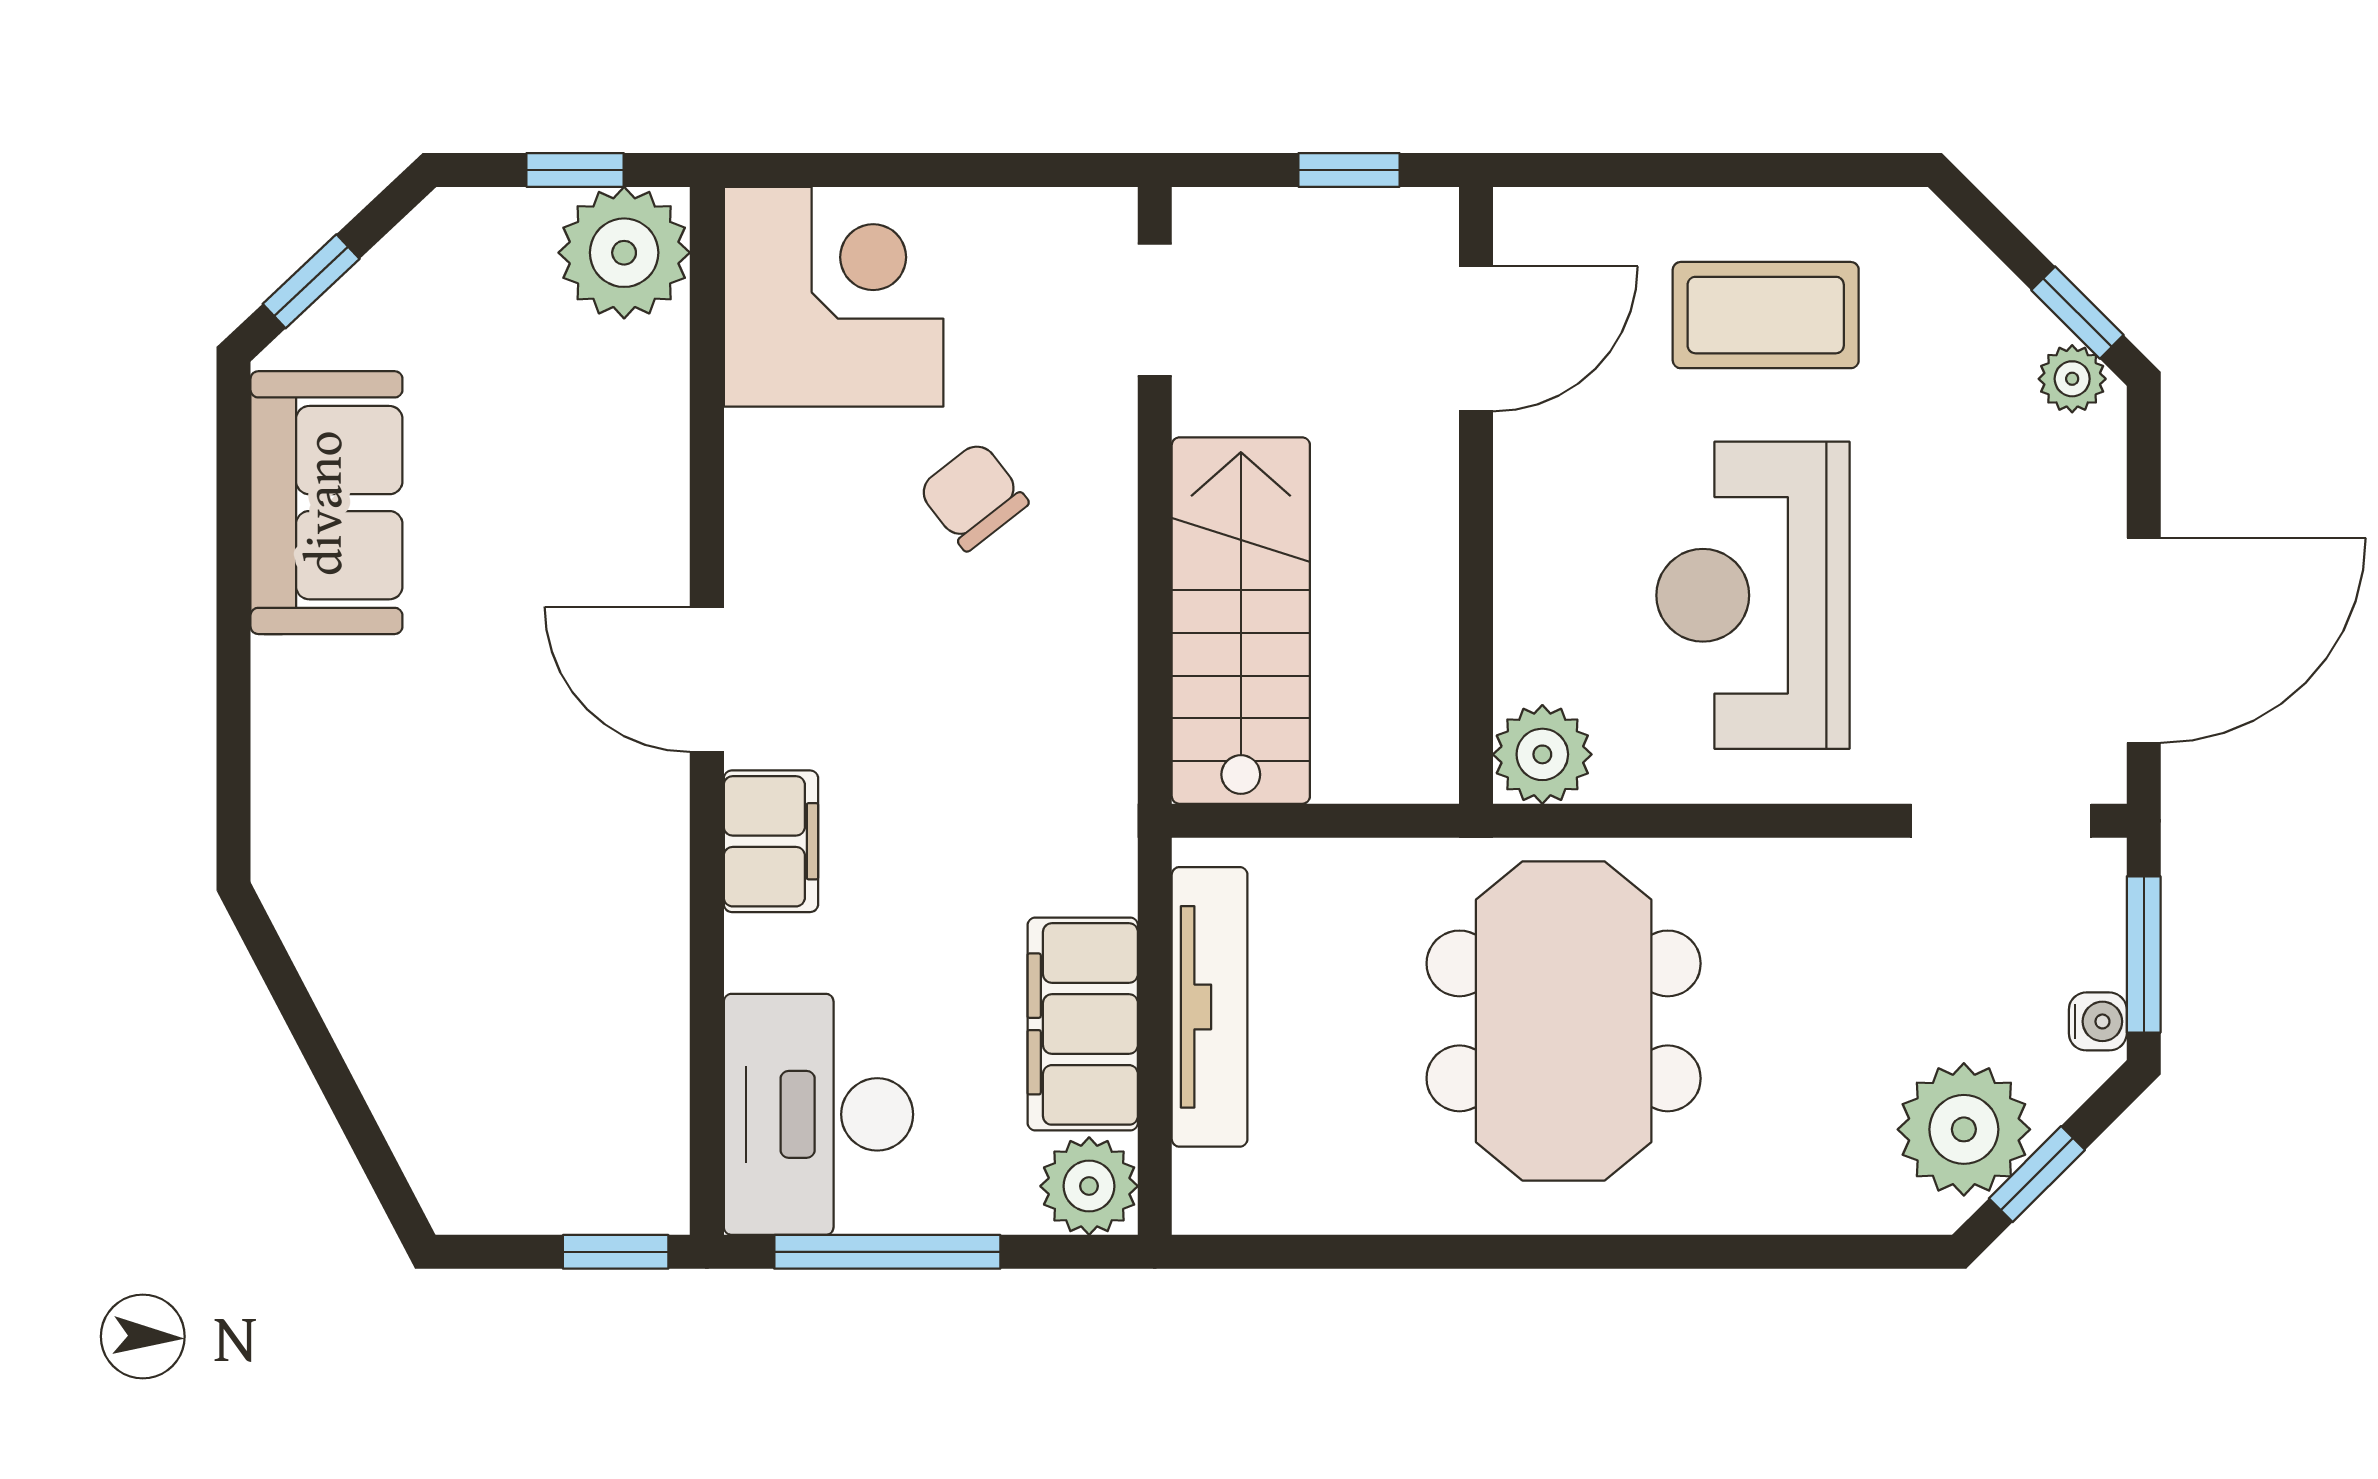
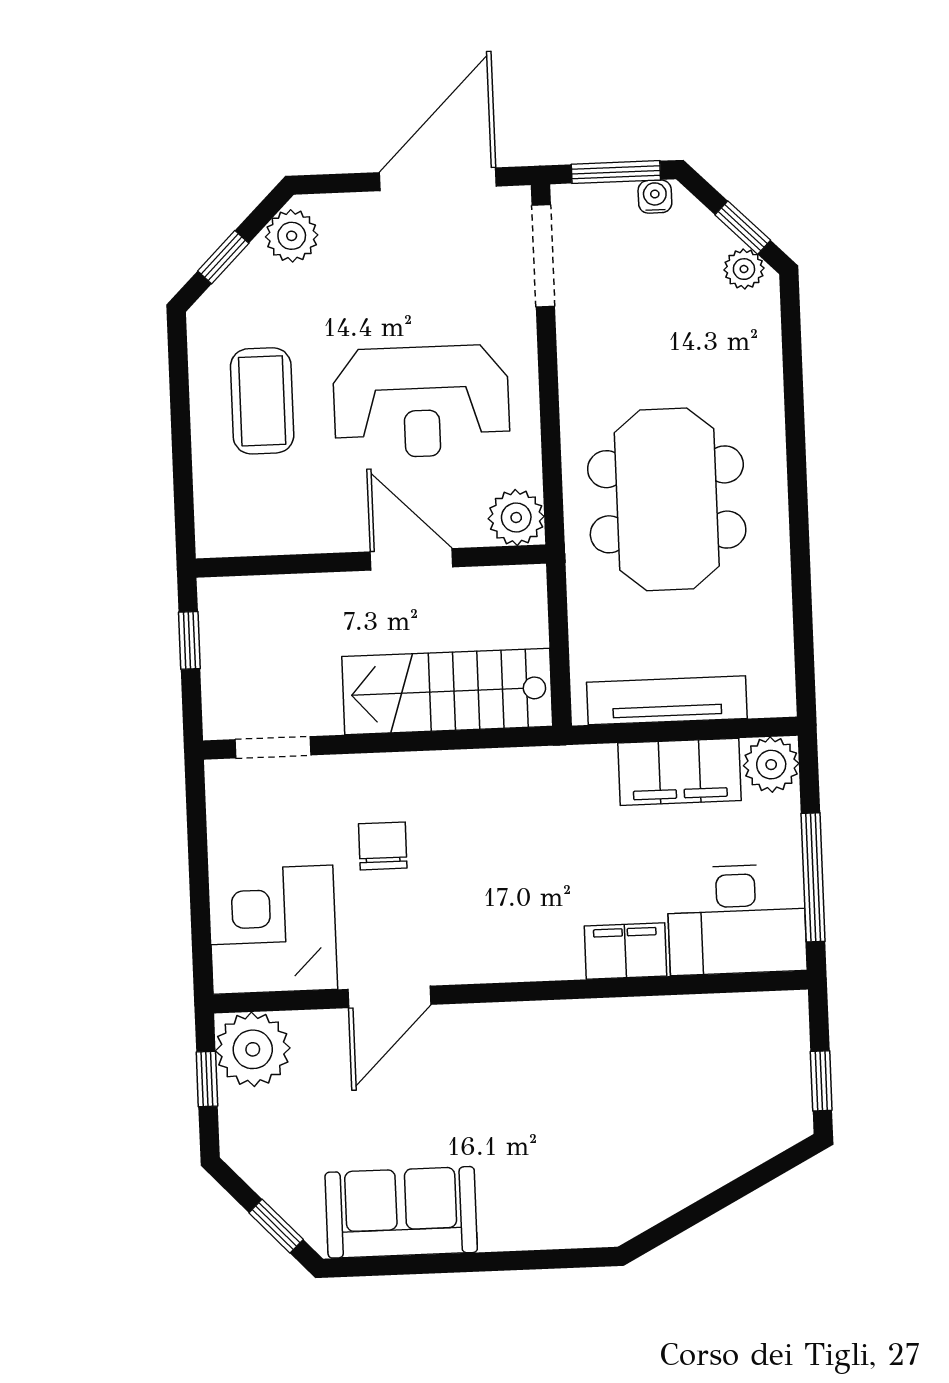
window: (2077, 313) -> (223, 257), moved
door: (1476, 339) -> (411, 559), moved
plant: (2072, 379) -> (292, 236), width x1.38, depth x1.38
chair: (973, 496) -> (383, 846), turned 128
door: (2144, 640) -> (438, 179), hinge flipped
door: (707, 679) -> (389, 997), moved
filing cabinet: (771, 841) -> (626, 951), moved
meeting table: (1564, 1021) -> (667, 499), turned 90
plant: (1964, 1129) -> (744, 269), width x0.53, depth x0.53
window: (616, 1252) -> (821, 1081), moved

